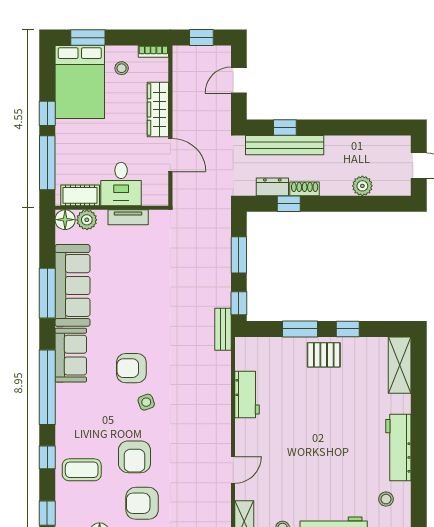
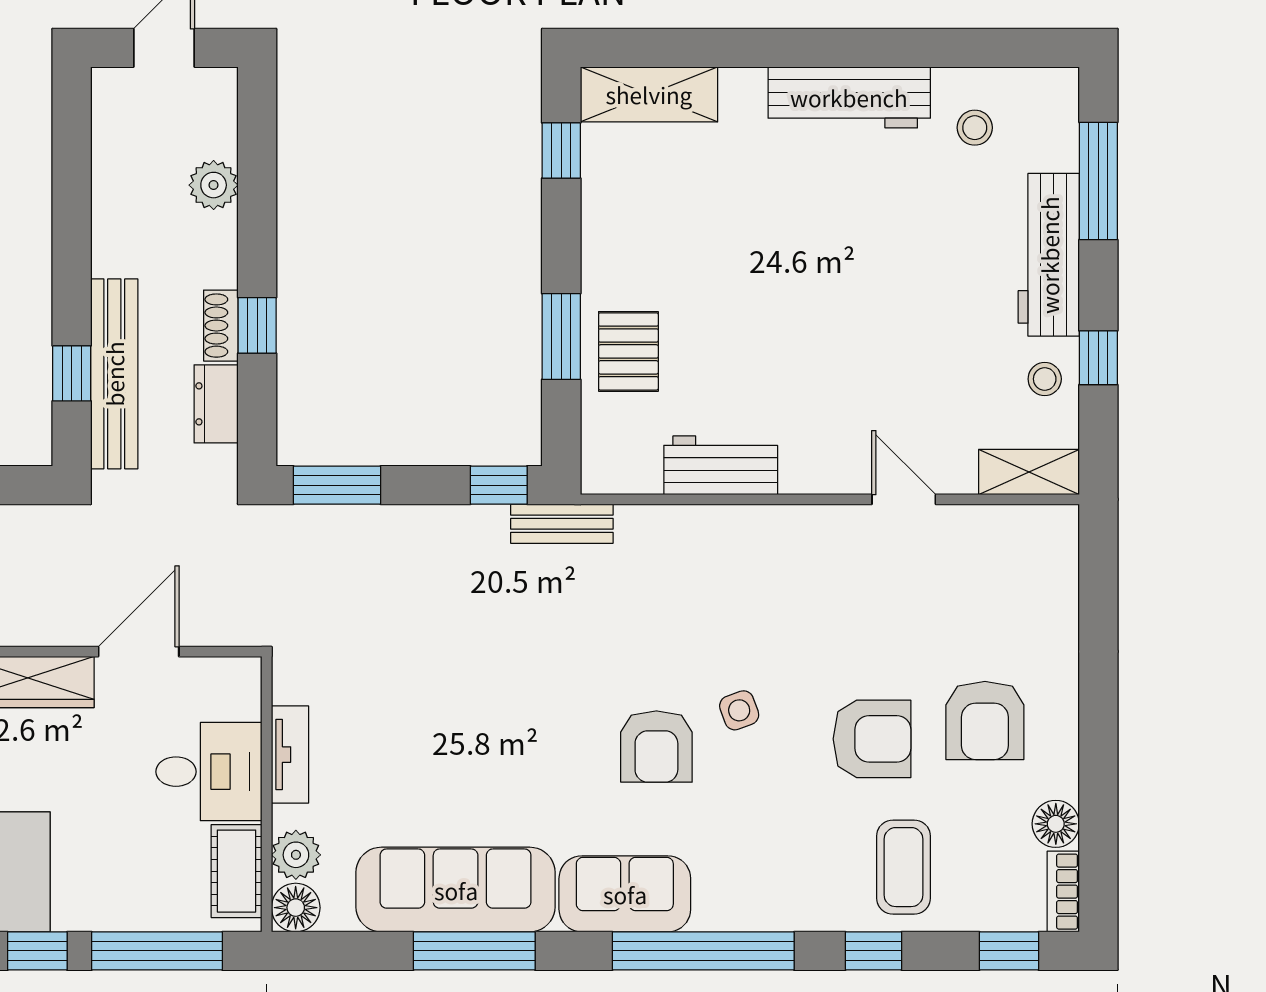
window: (289, 204) -> (257, 325), moved
window: (239, 255) -> (337, 485), moved
window: (348, 329) -> (561, 151), moved
pallet: (324, 355) -> (628, 351), moved

